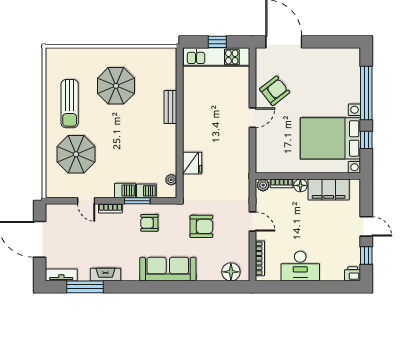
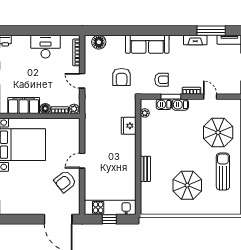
armchair: (201, 226) -> (122, 77), turned -90

